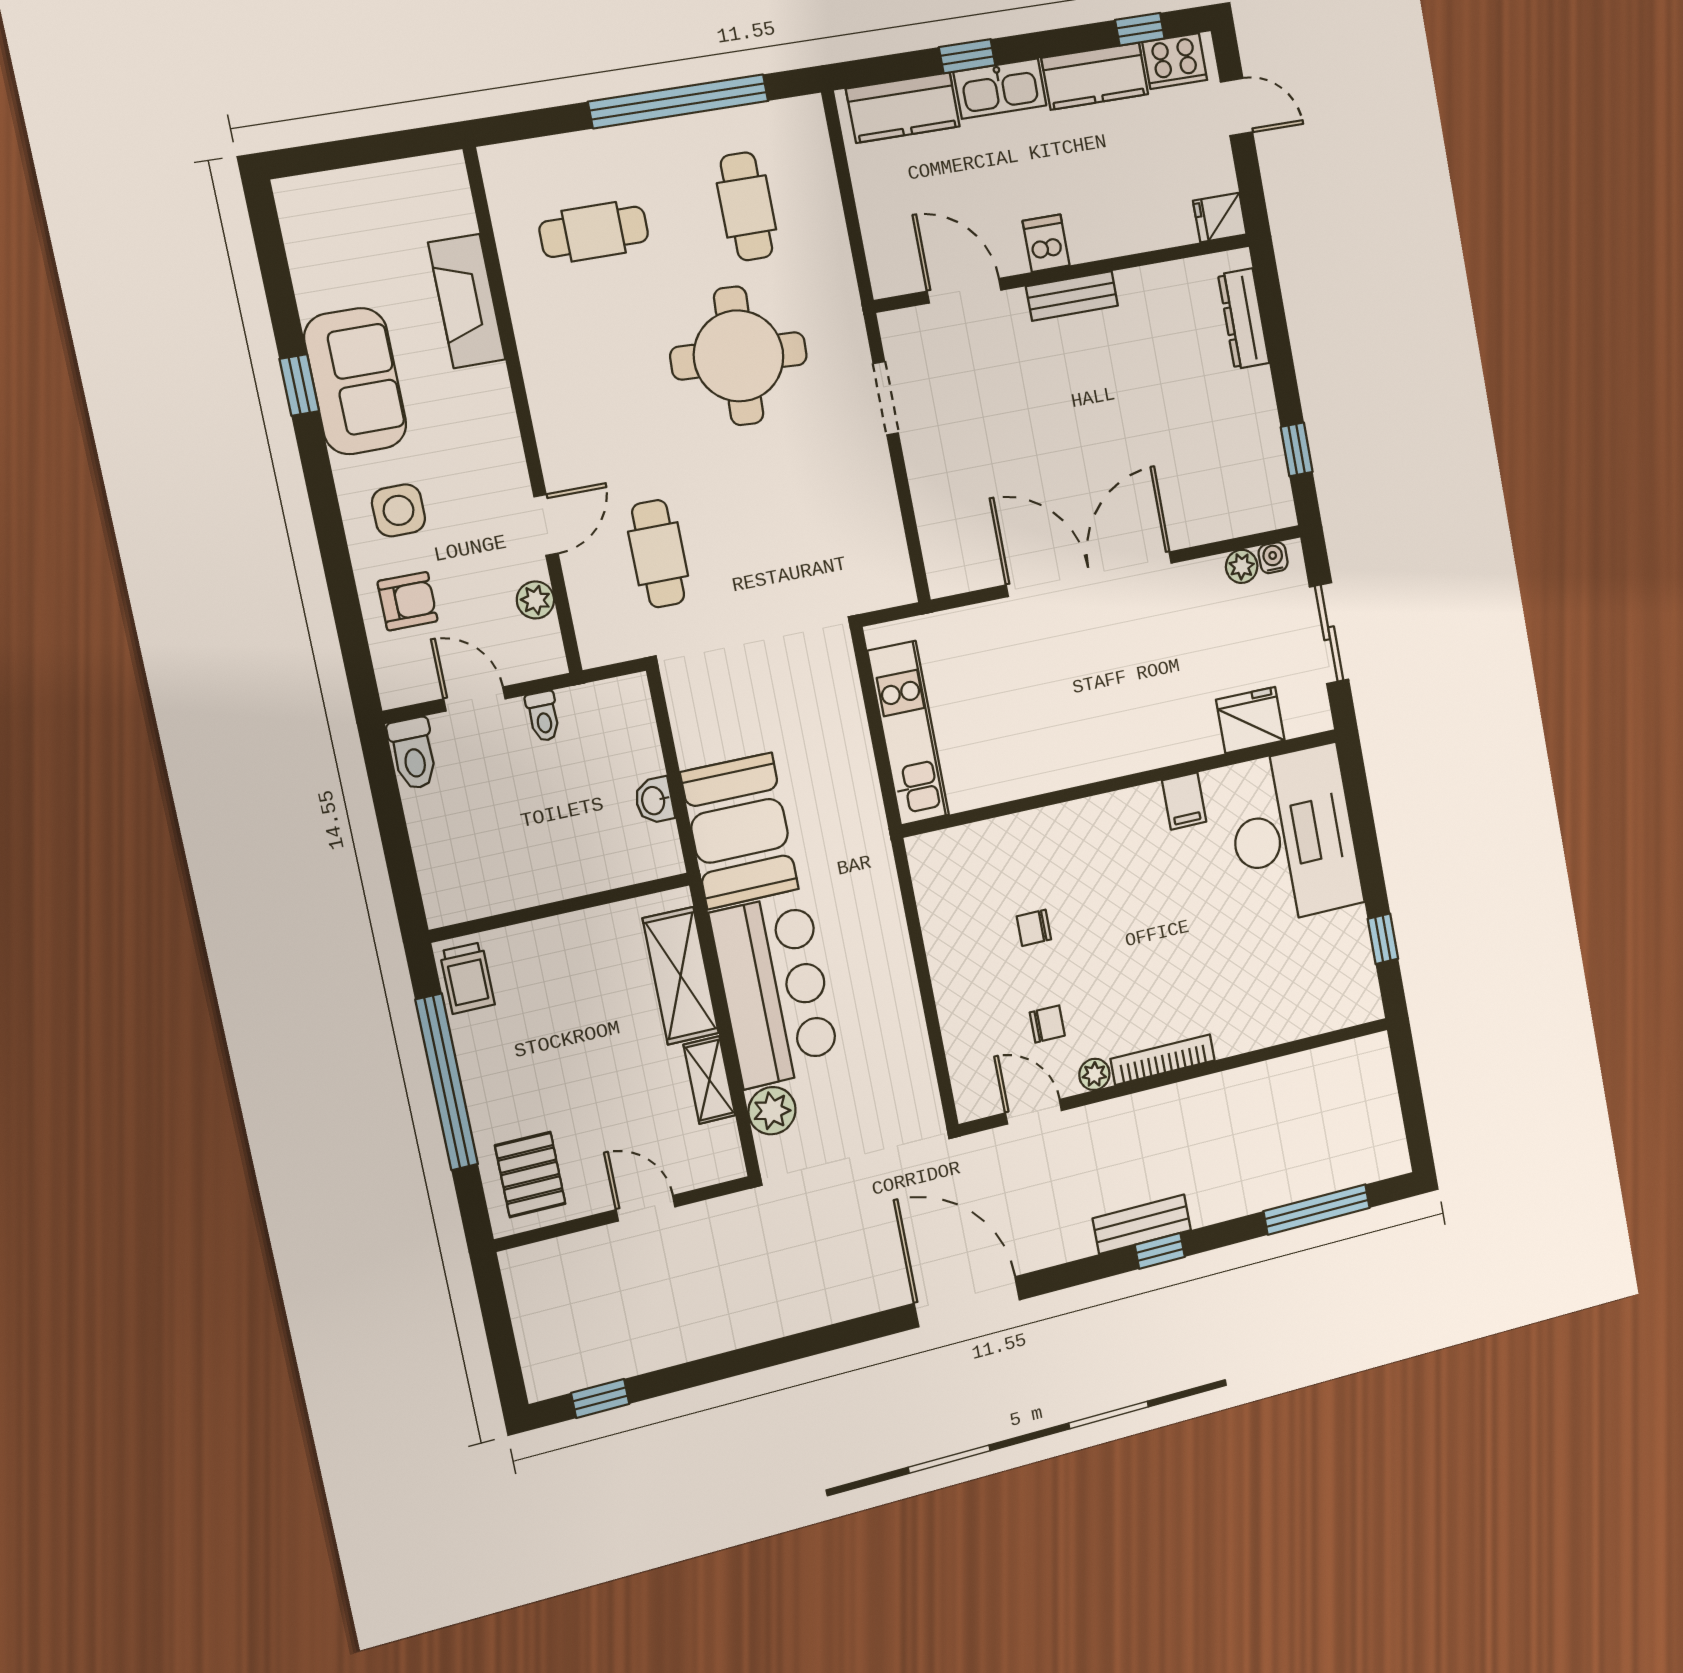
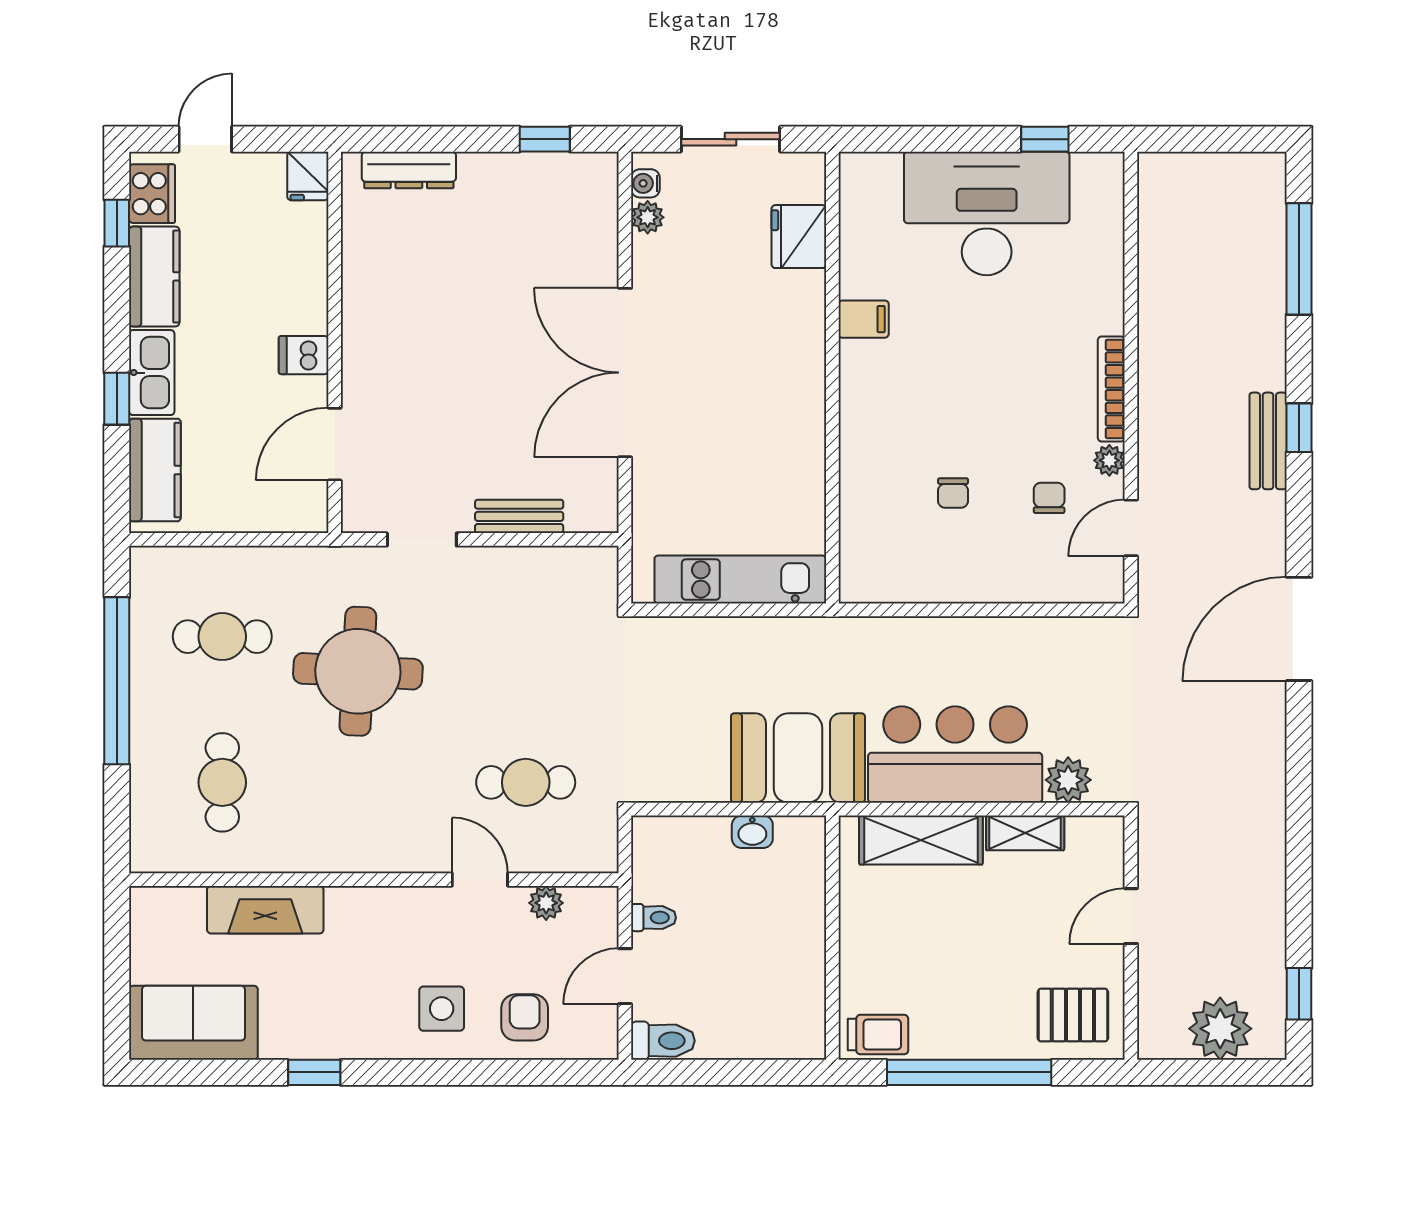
bench: (1072, 296) -> (519, 516), moved, turned 90
sofa: (355, 381) -> (193, 1023), moved
desk: (1293, 835) -> (987, 213), moved
plant: (547, 1328) -> (1220, 1029), added

